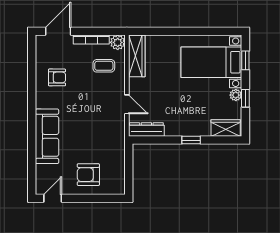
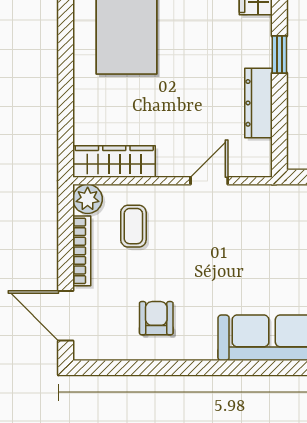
dresser: (146, 129) -> (259, 103), moved

